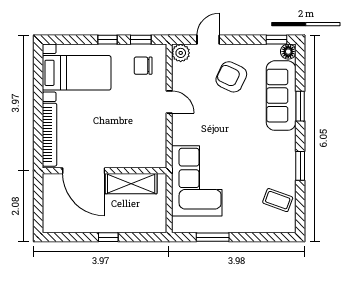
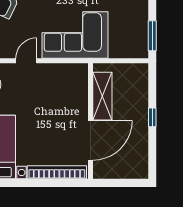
corner sofa: (197, 181) -> (75, 35), moved
window: (213, 237) -> (152, 36), moved

